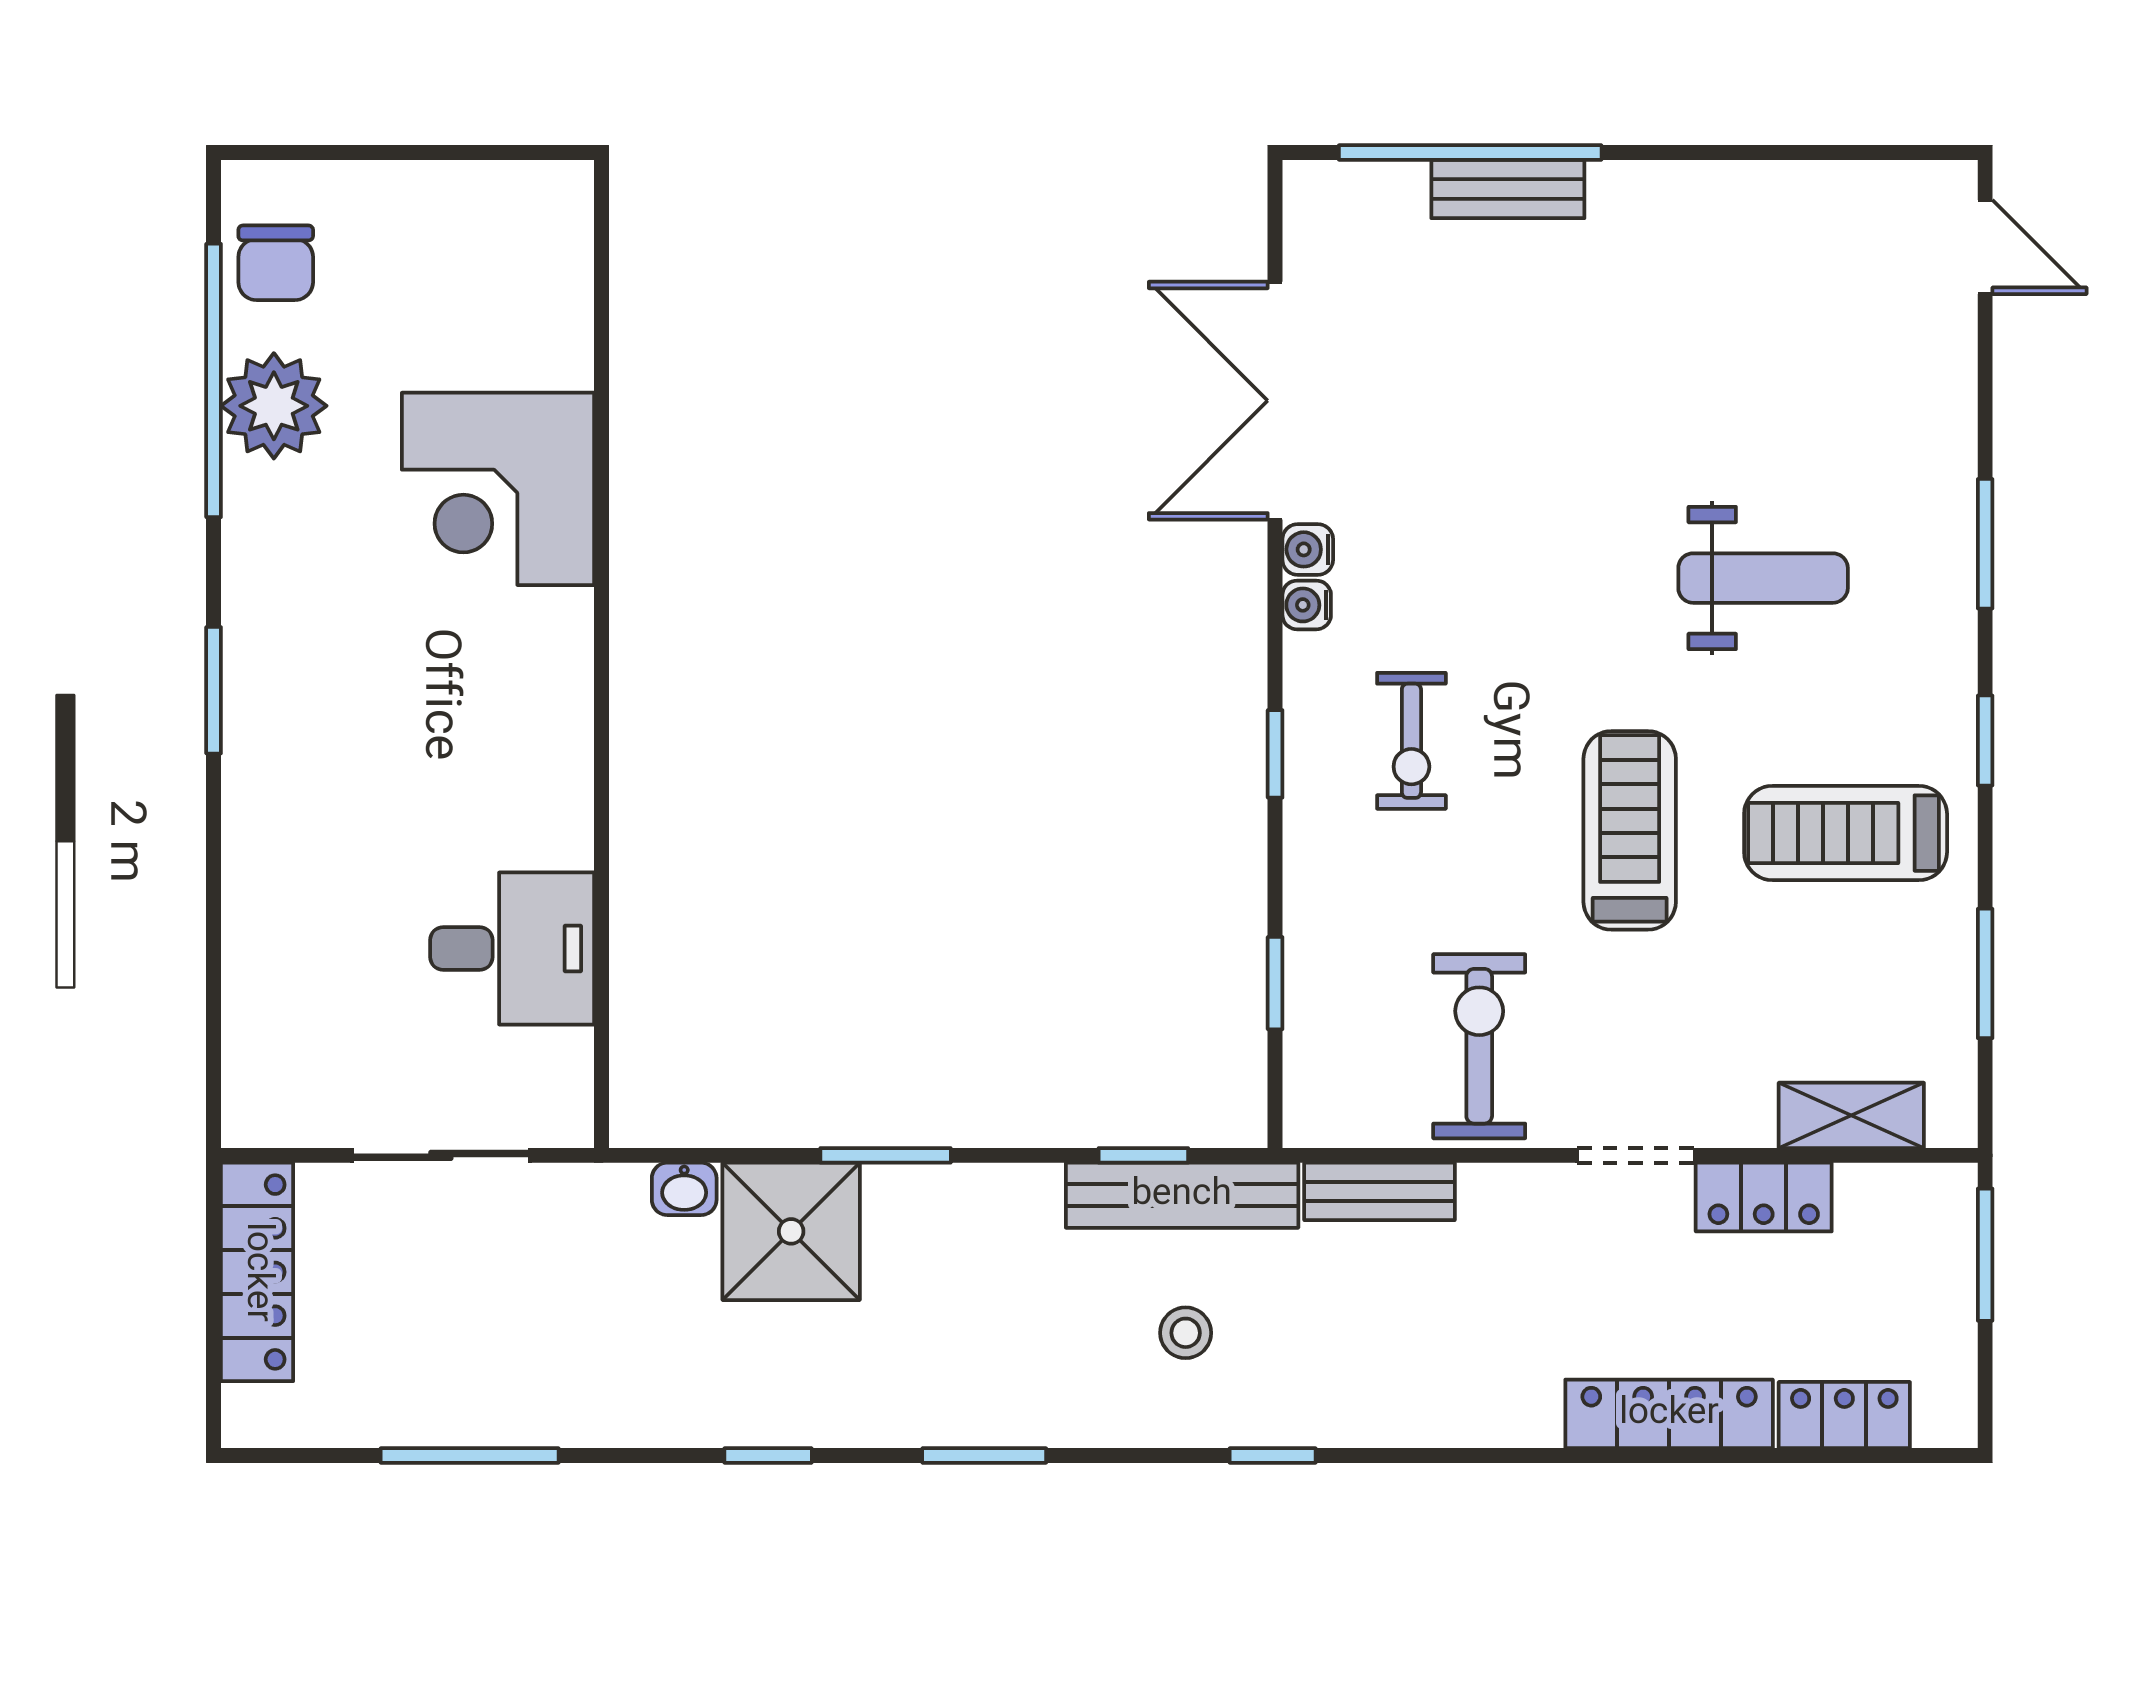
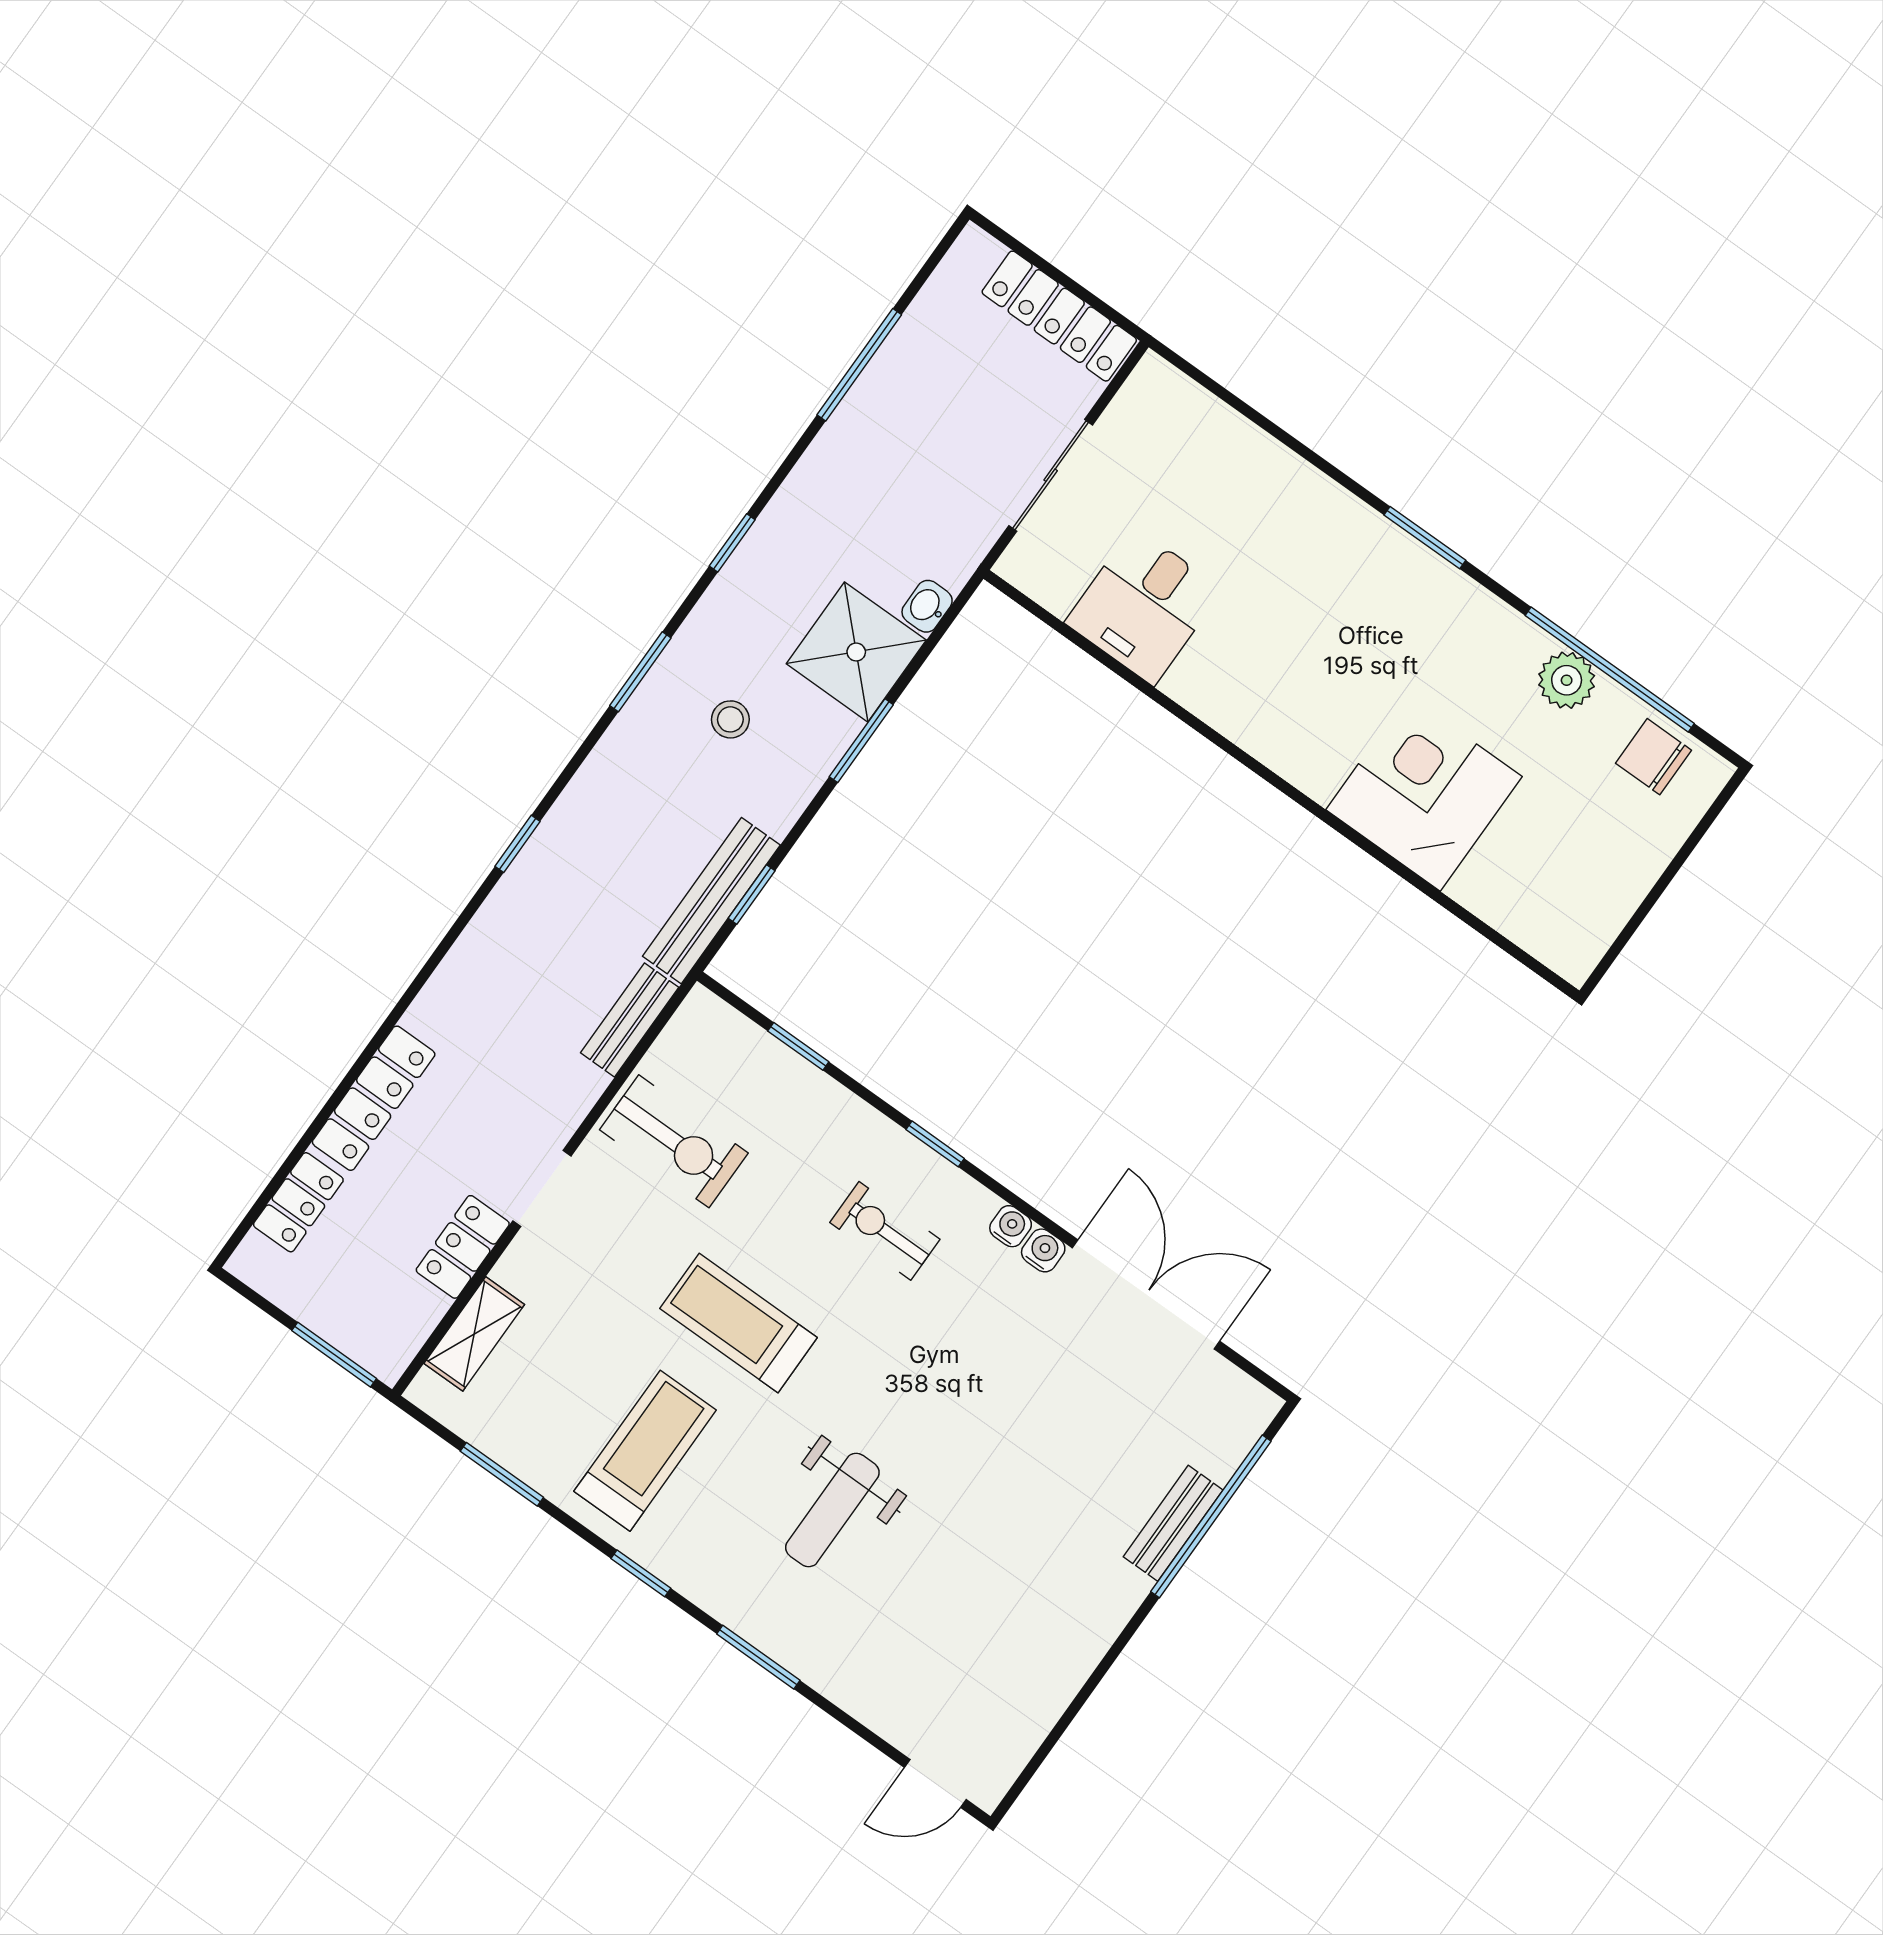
plant: (274, 406) -> (1567, 680), width x0.73, depth x0.73
treadmill: (1630, 830) -> (739, 1323), turned 180
stool: (1186, 1333) -> (730, 719), moved

